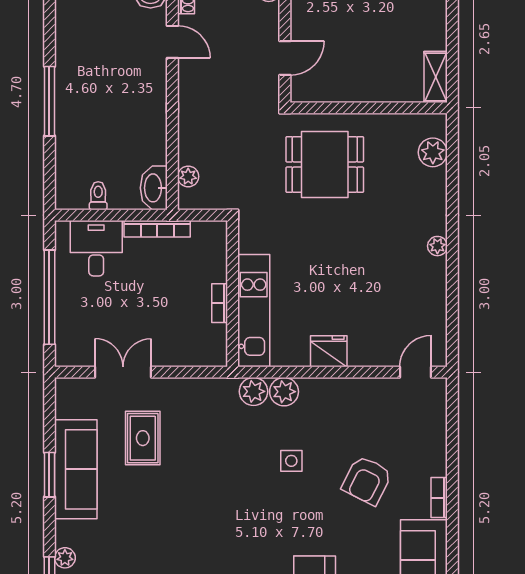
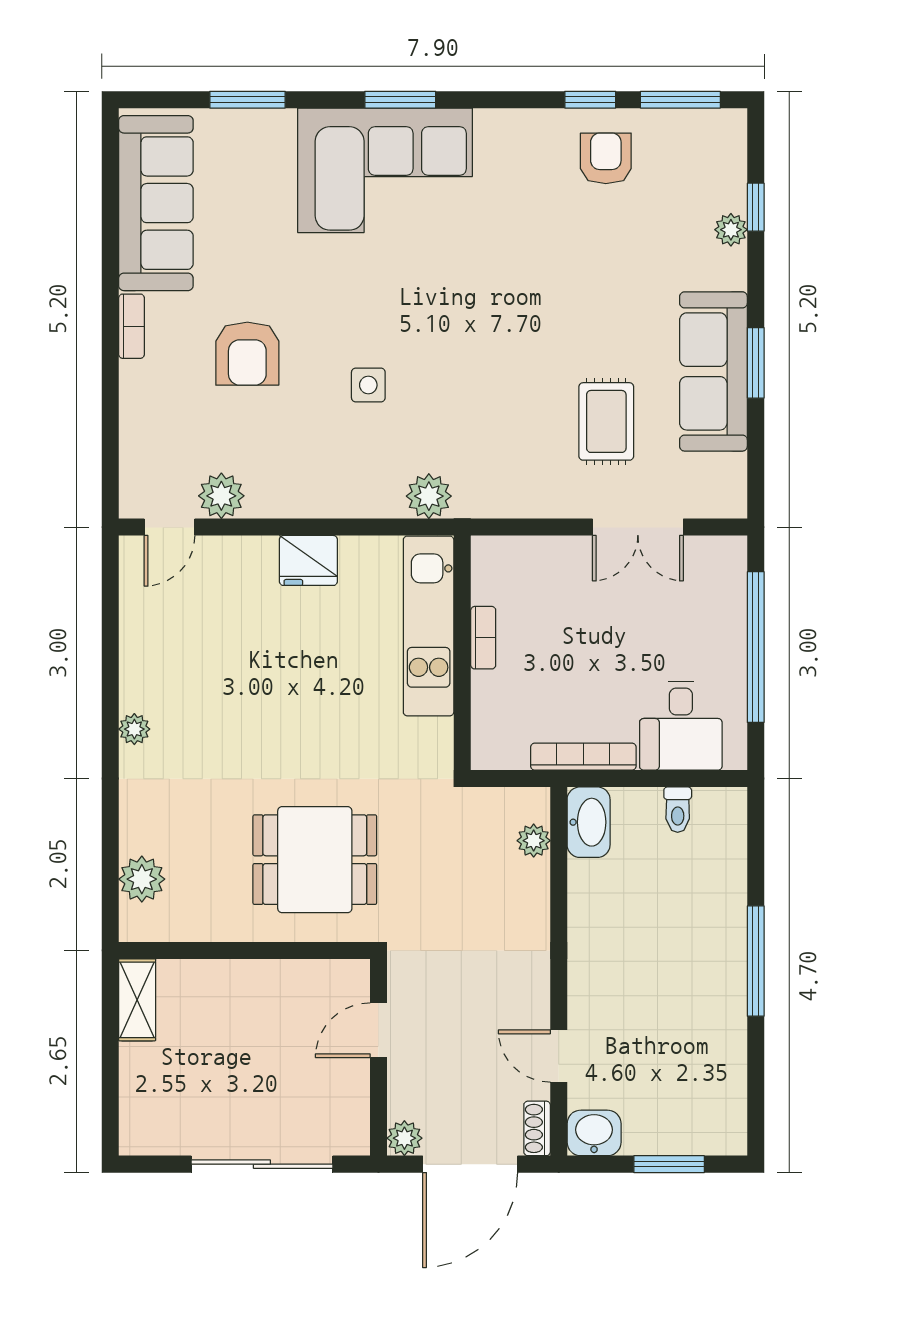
plant: (284, 392) -> (221, 496), moved
armchair: (367, 480) -> (247, 354), turned 153

